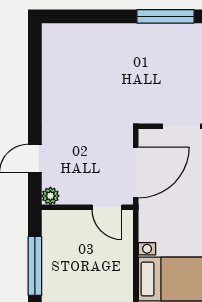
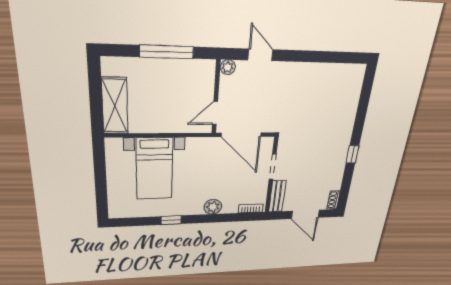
window: (165, 16) -> (352, 154), width x0.46

